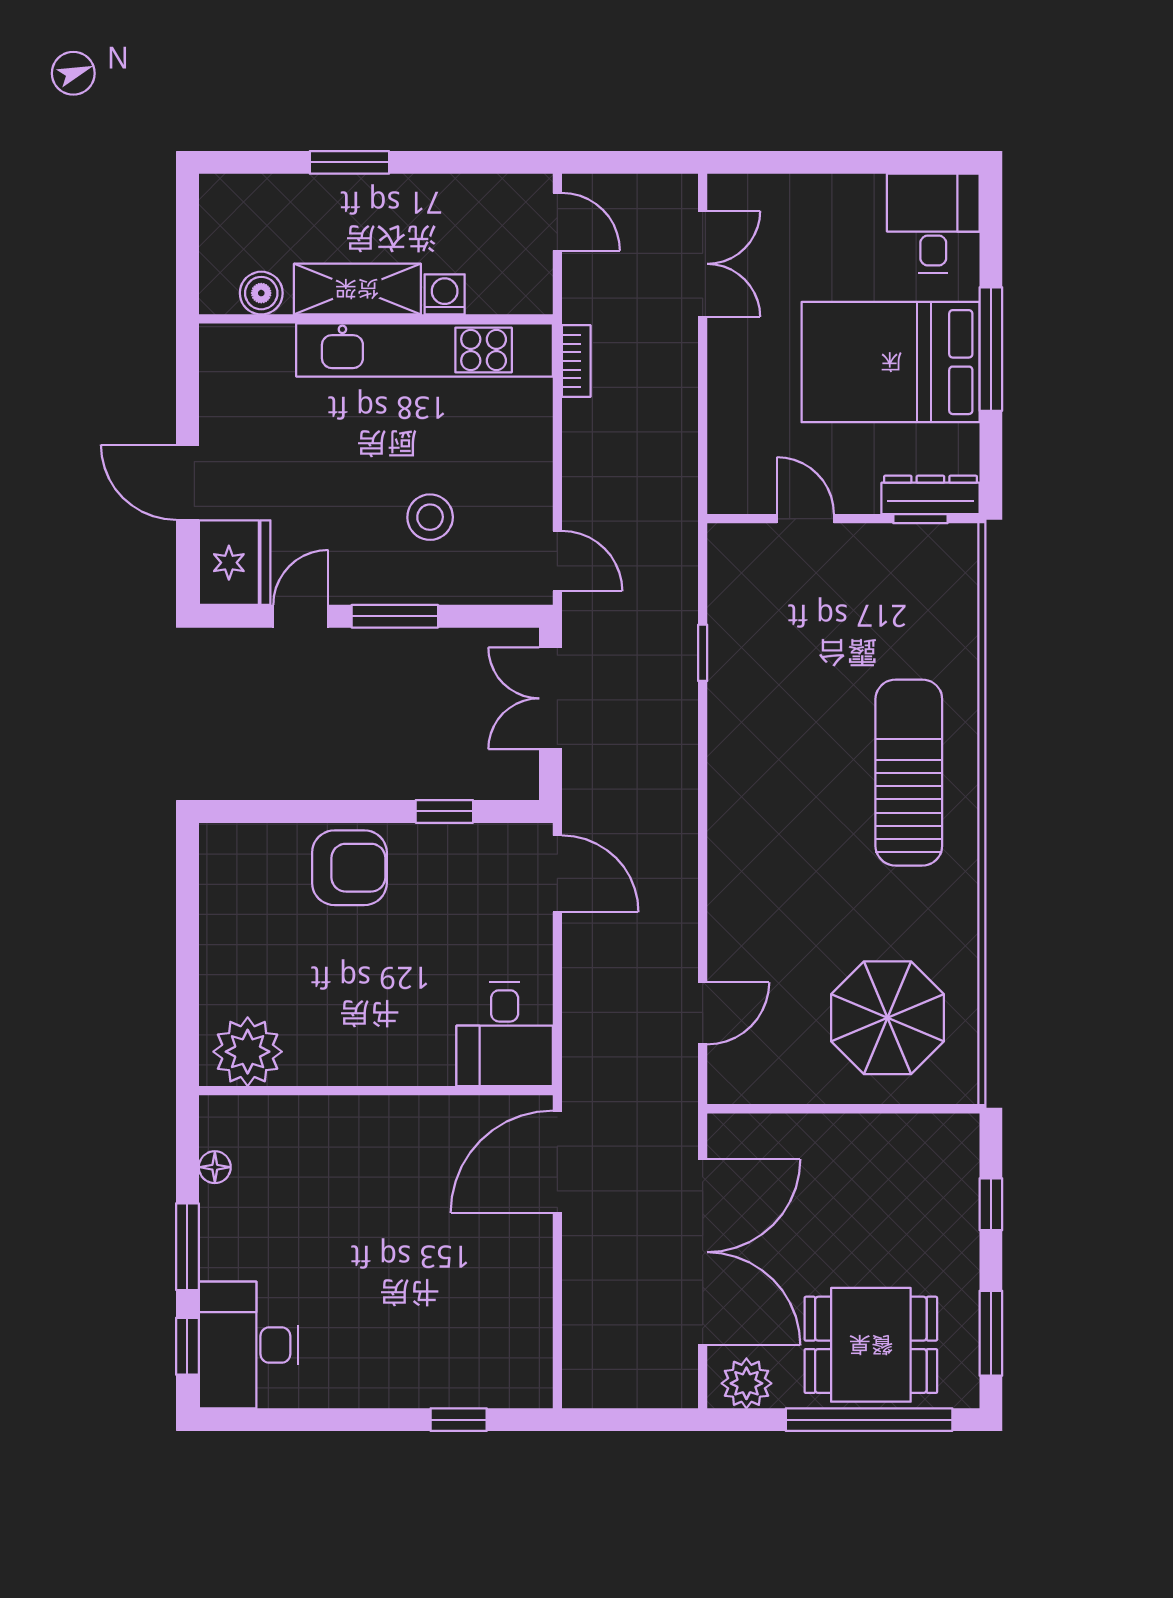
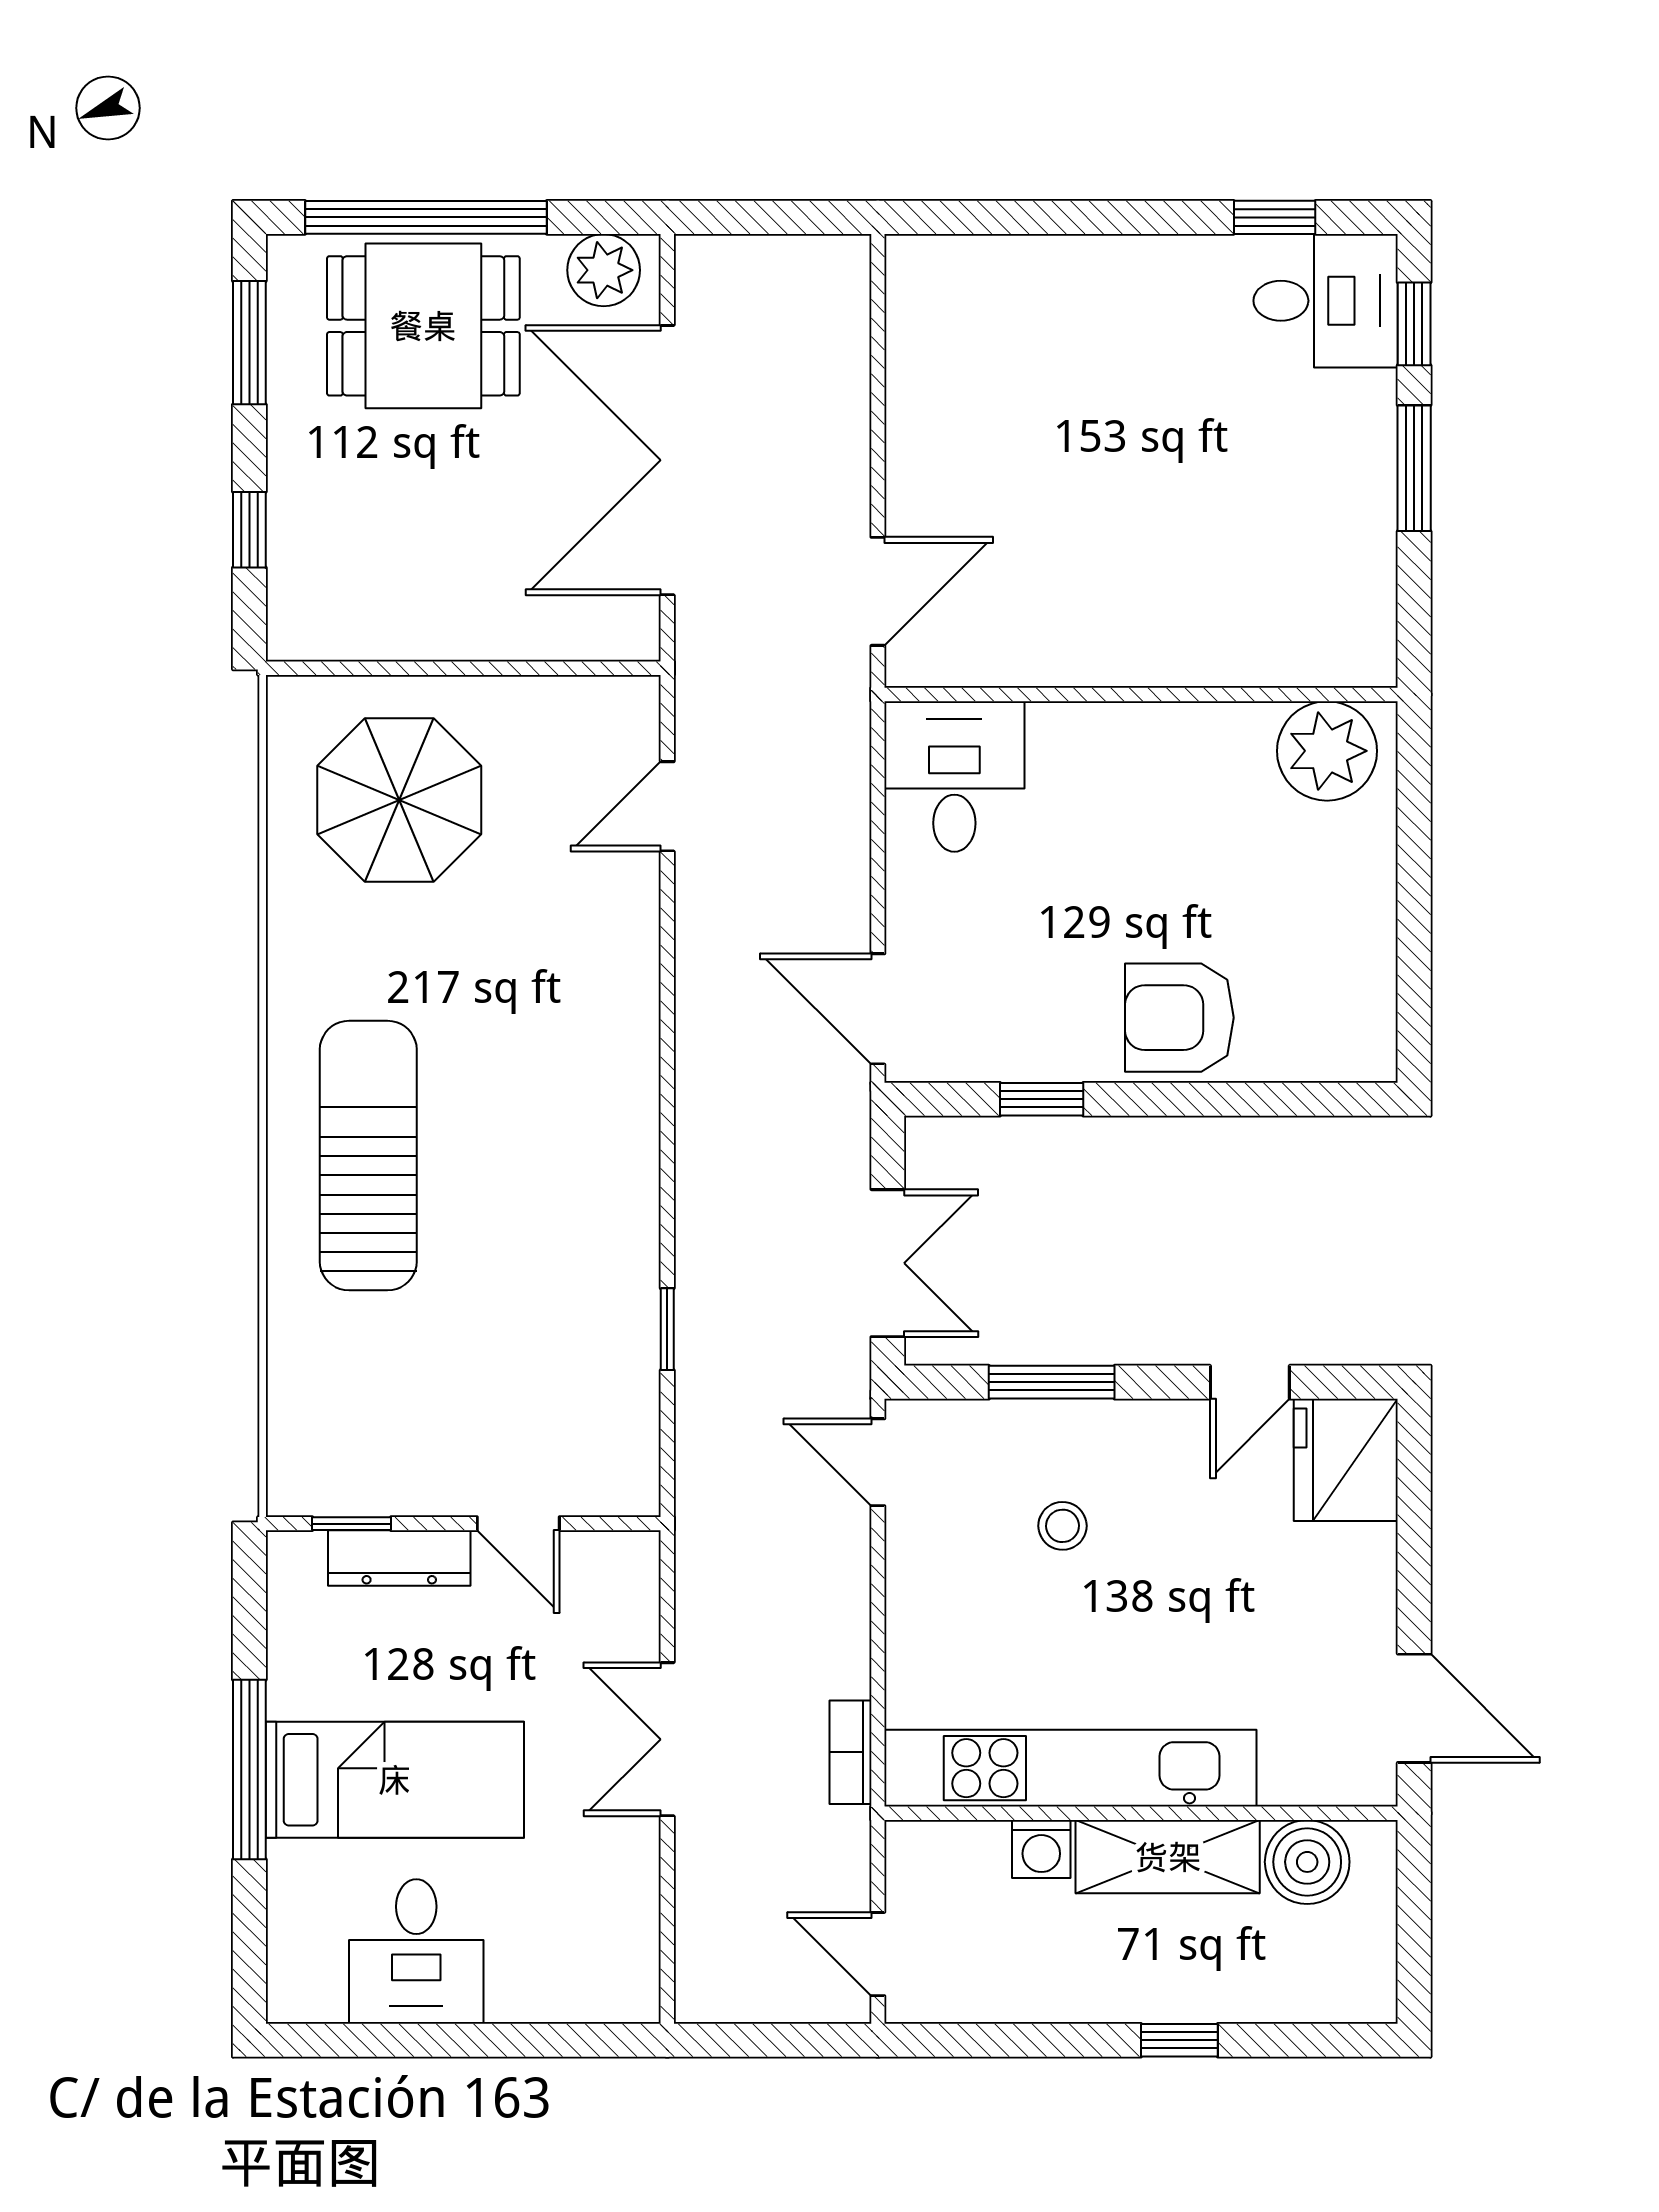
window: (349, 162) -> (1179, 2040), width x0.67
desk: (933, 224) -> (416, 1951), moved
double door: (703, 264) -> (667, 1739), moved
boiler: (261, 293) -> (1307, 1862), width x1.36, depth x1.36
bed: (891, 362) -> (395, 1780), width x0.67
door: (187, 482) -> (1414, 1708), moved
dresser: (930, 495) -> (399, 1558), moved
stool: (430, 517) -> (1062, 1526), width x0.73, depth x0.73
window: (395, 616) -> (1052, 1382), moved
sun lounger: (909, 773) -> (368, 1156), turned 180
door: (557, 1162) -> (878, 591), width x0.73
floor lamp: (215, 1167) -> (1375, 583), removed
desk: (249, 1345) -> (1326, 301), width x0.73
window: (459, 1420) -> (1275, 217), moved

